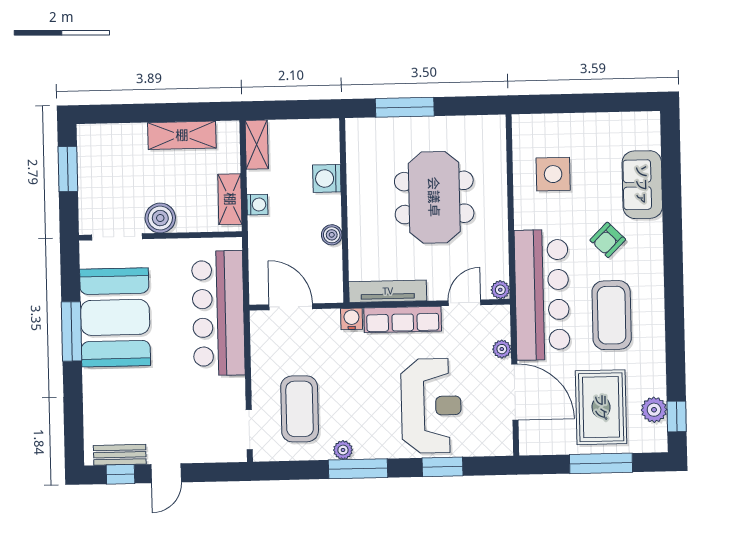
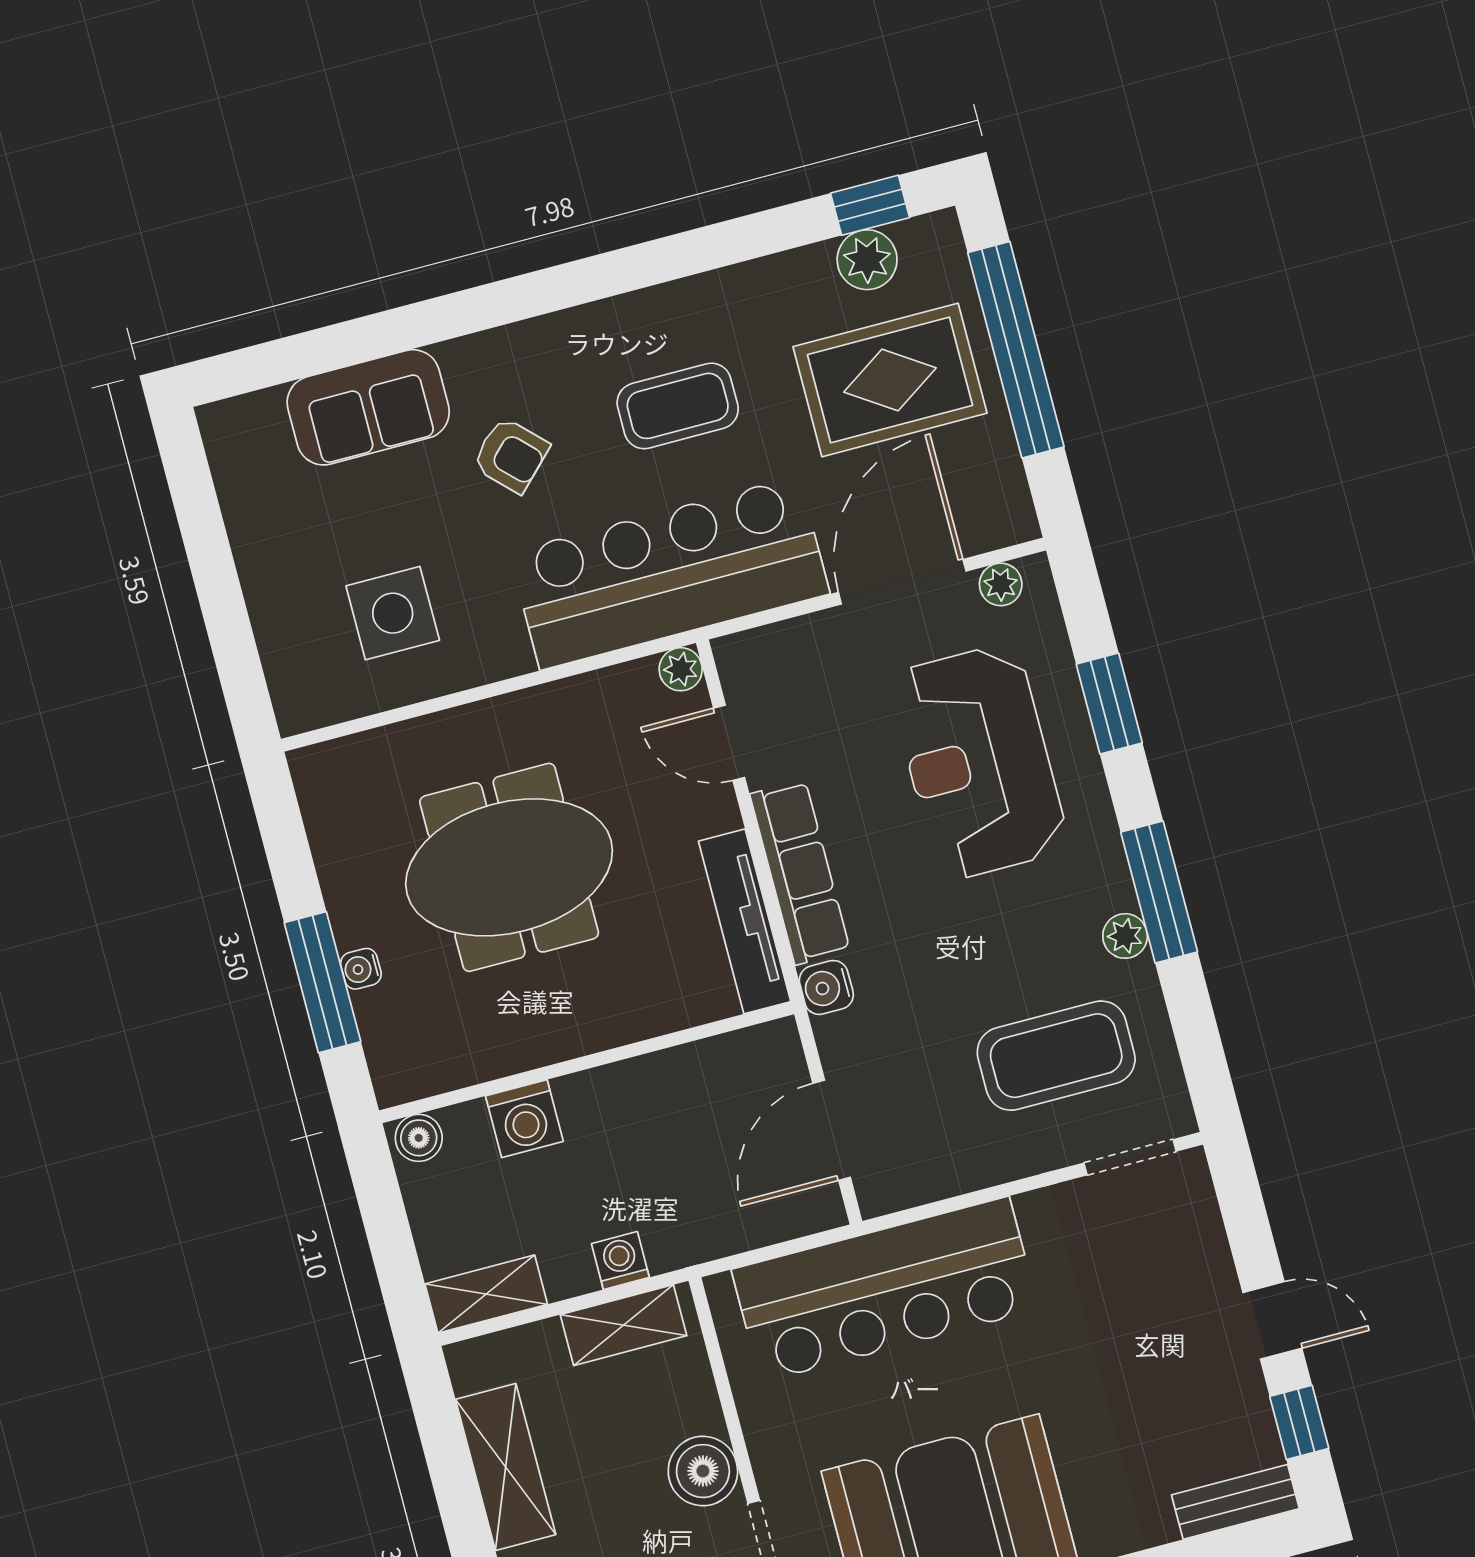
water cooler: (406, 125) -> (361, 969), added
boiler: (332, 235) -> (419, 1138), moved
coffee table: (612, 315) -> (678, 406), width x0.73, depth x0.76
plant: (502, 349) -> (1001, 584), moved
reception desk: (431, 406) -> (978, 762), turned -90
bench: (120, 455) -> (1235, 1502), moved, turned 90
window: (601, 463) -> (1016, 350), width x1.46

